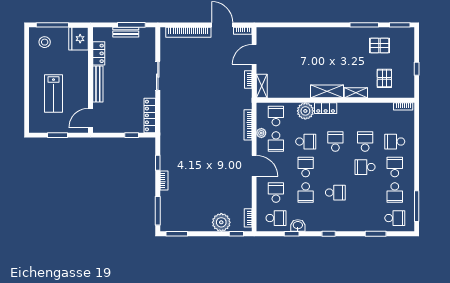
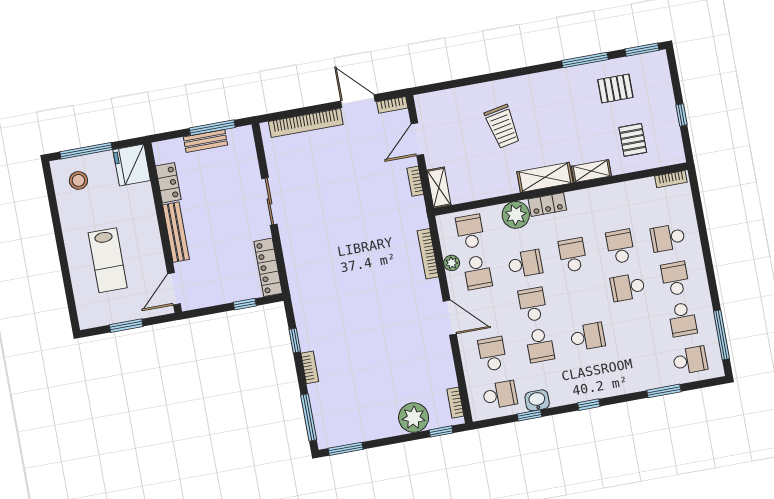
trolley: (307, 56) -> (502, 126), added

